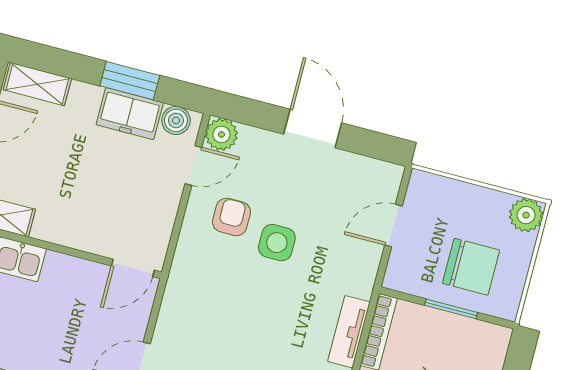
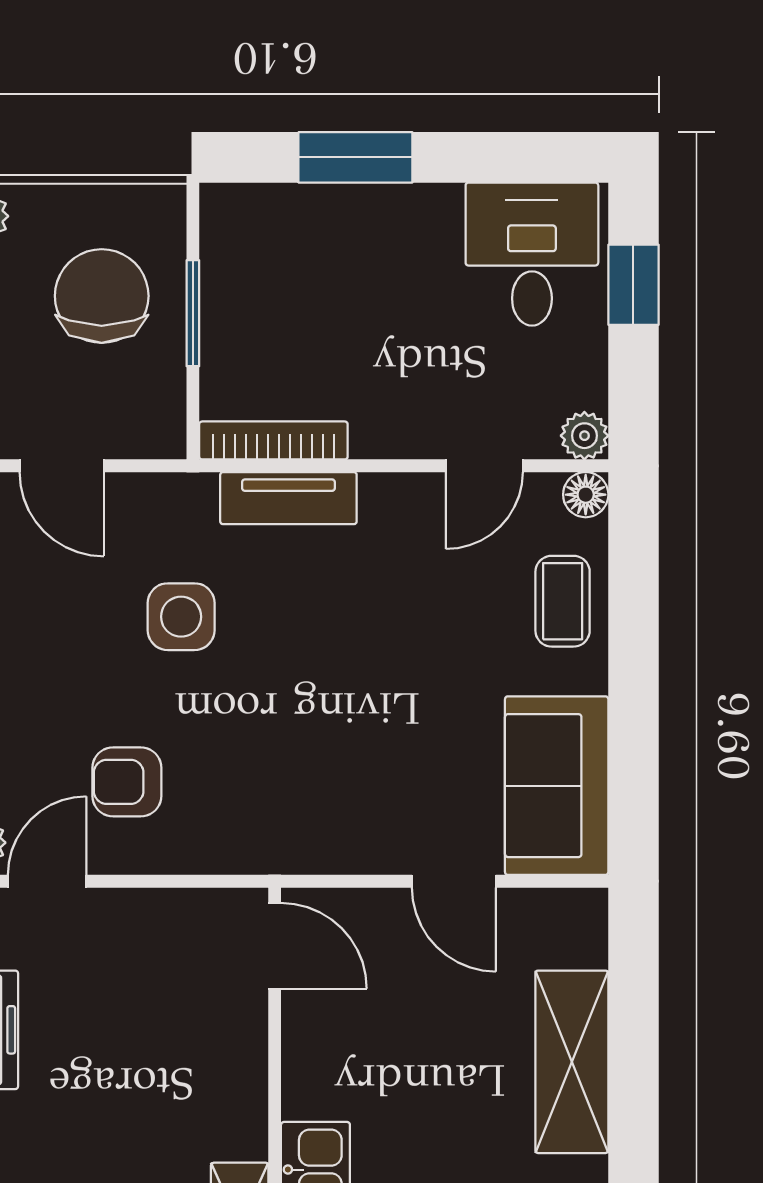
door: (193, 165) -> (47, 881), hinge flipped
side table: (277, 243) -> (181, 617), moved

